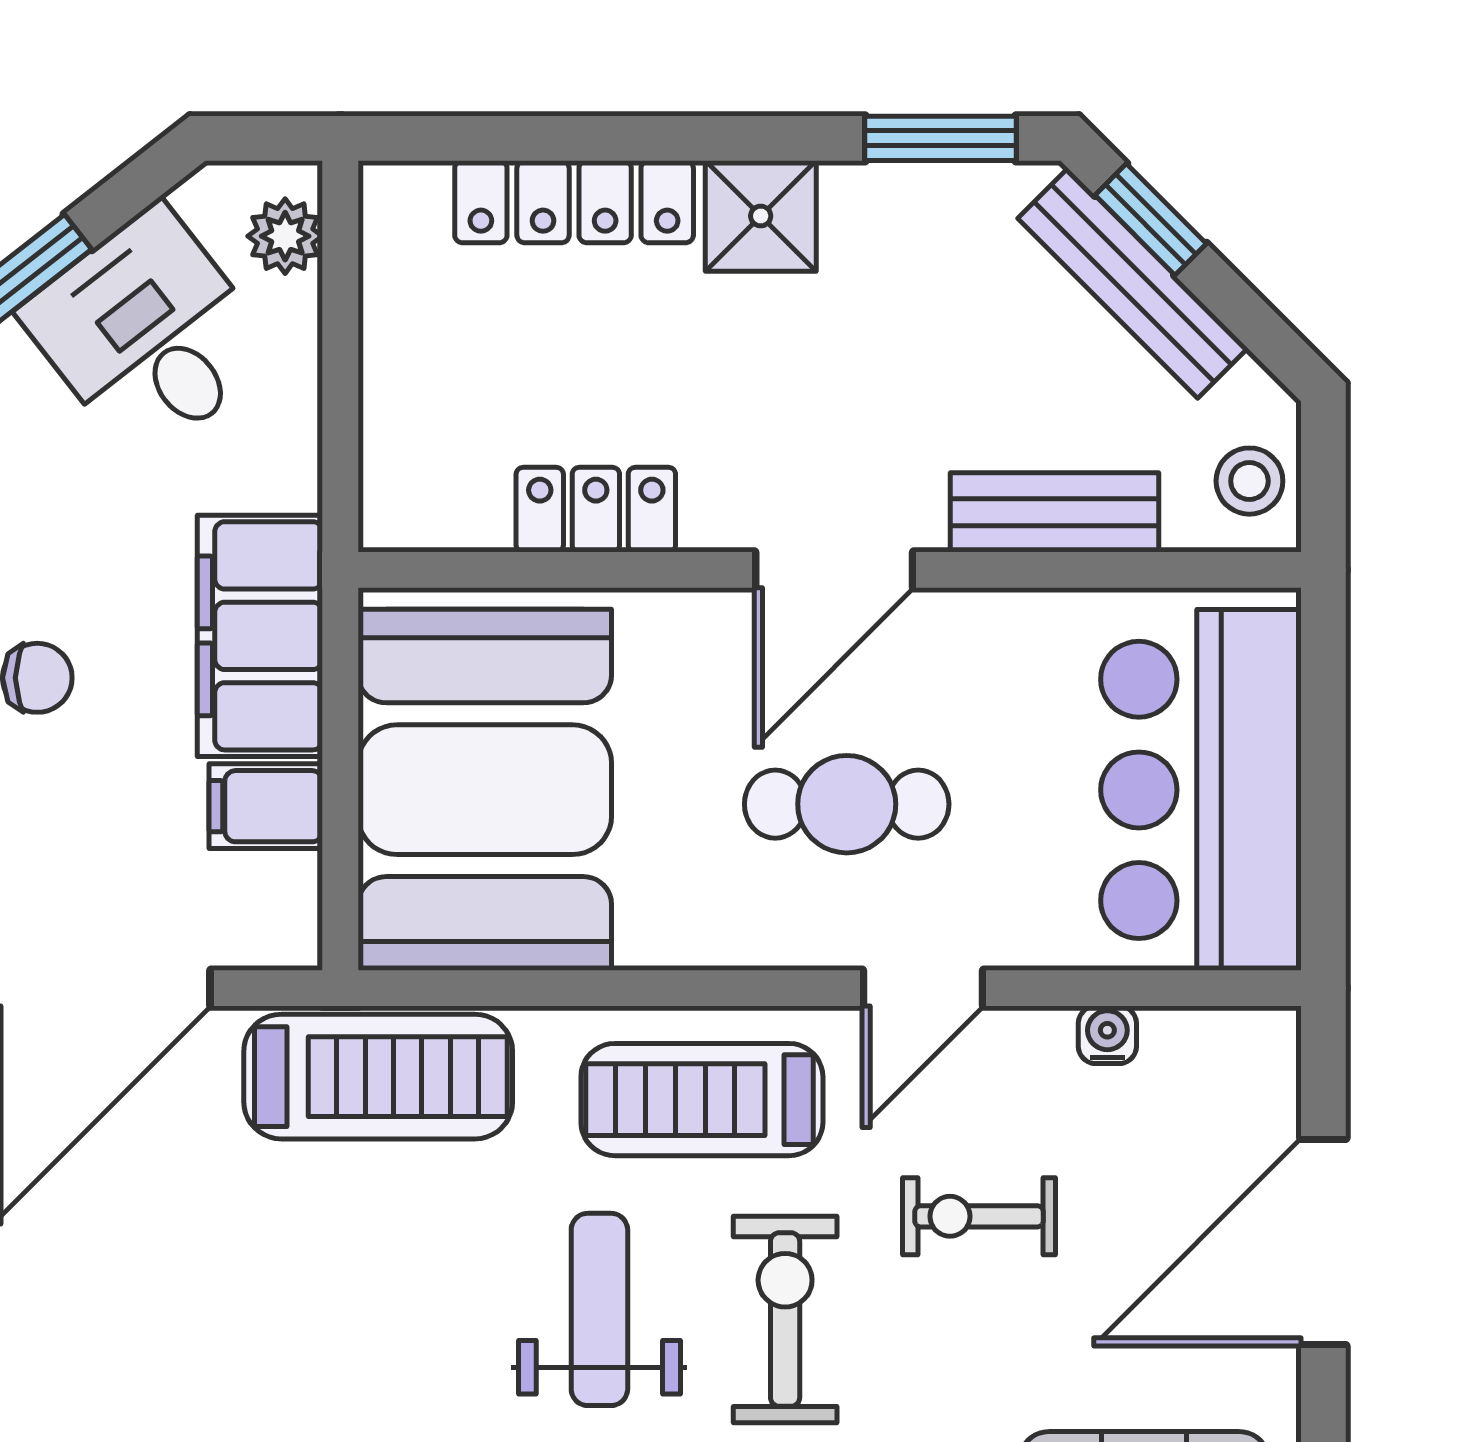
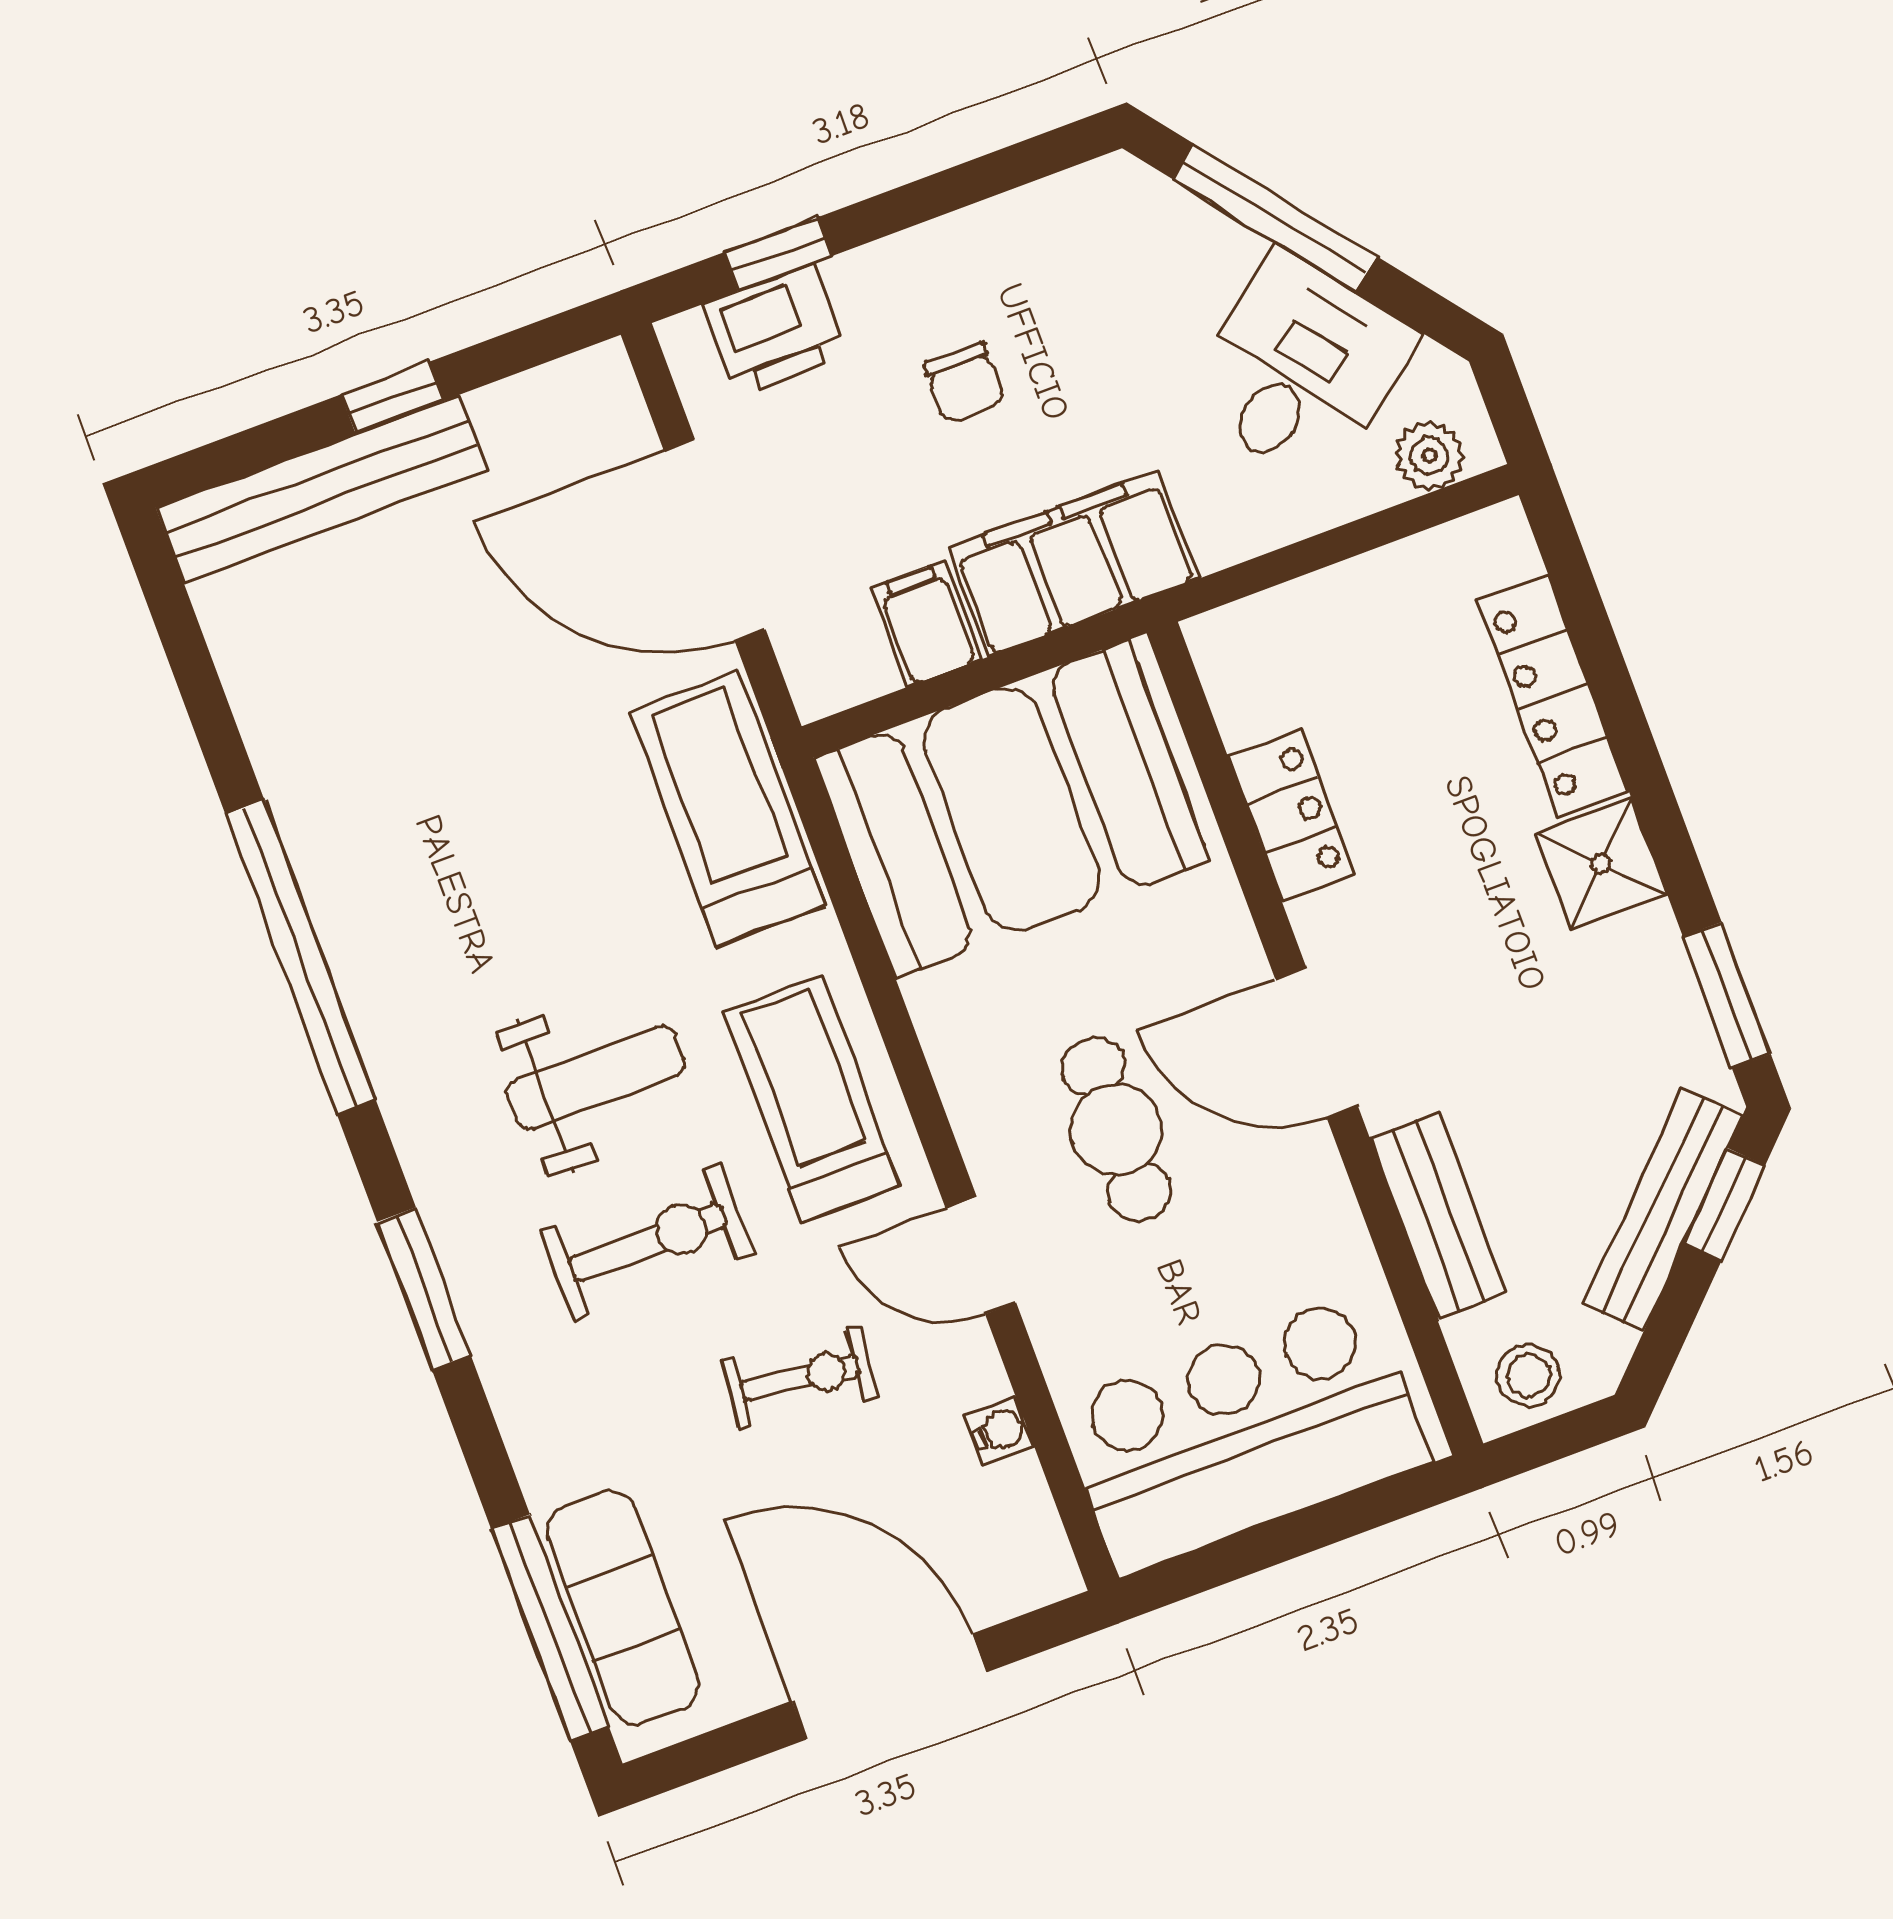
treadmill: (378, 1077) -> (727, 809), turned 180
exercise bike: (979, 1216) -> (800, 1378), turned 97

